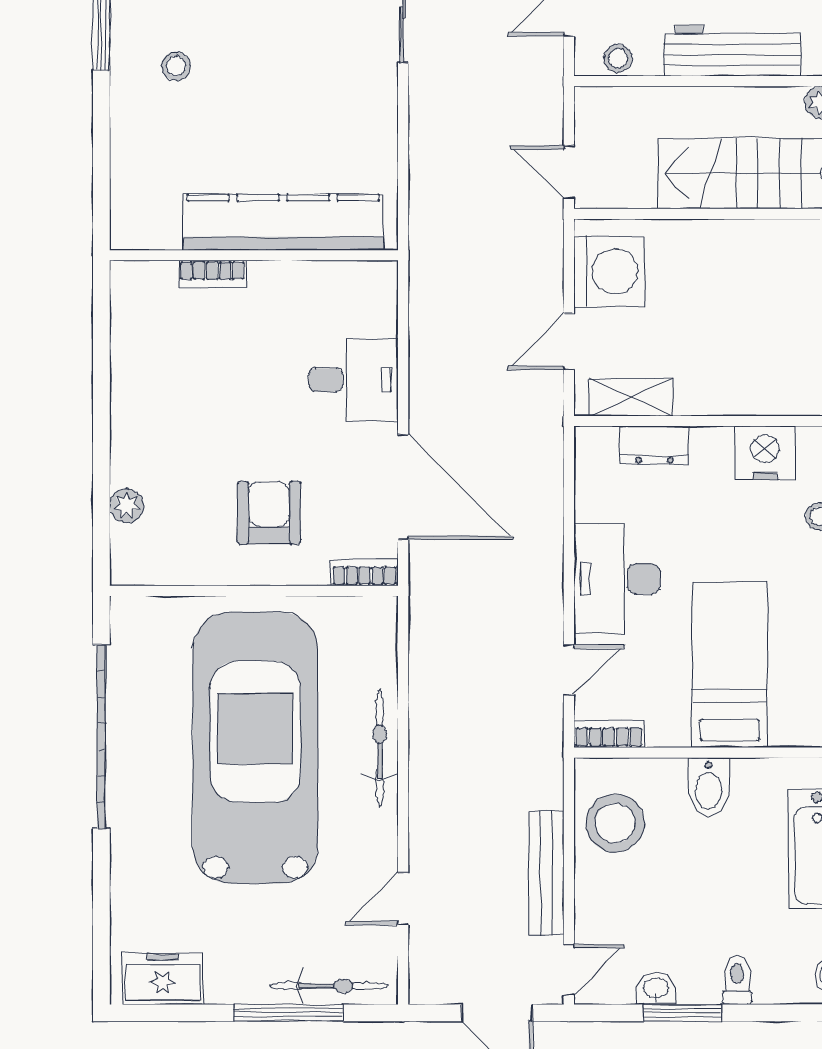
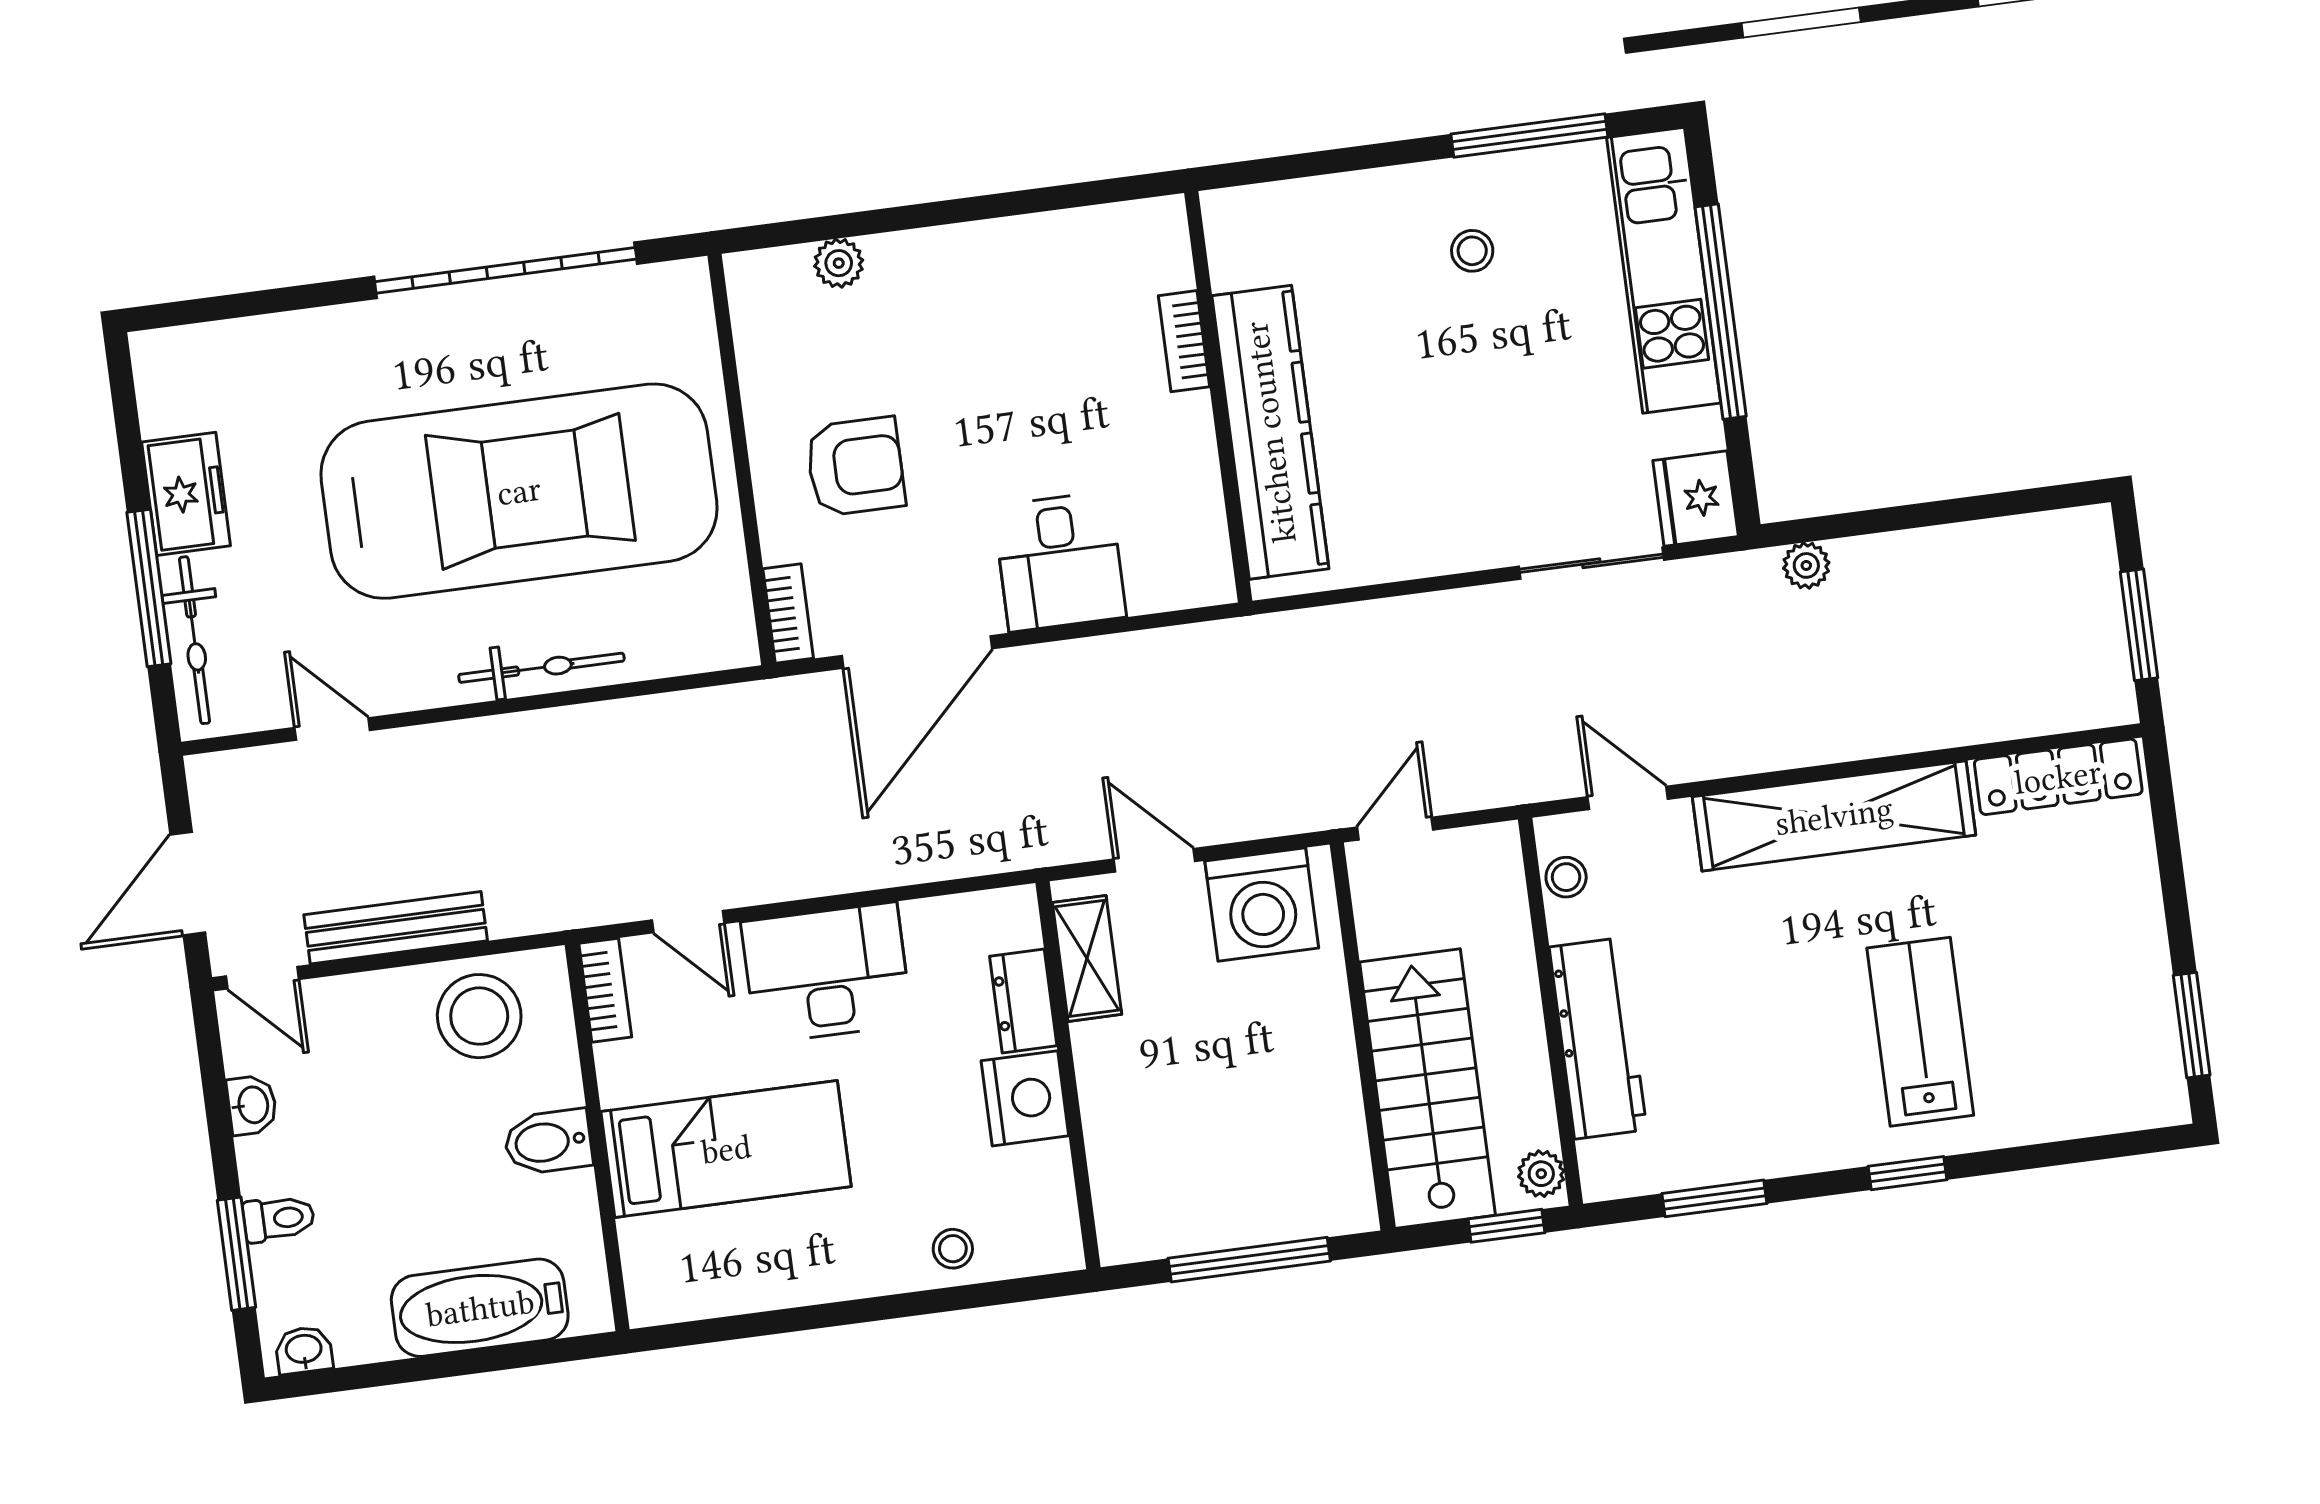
nightstand: (765, 453) -> (1025, 1098), moved
freezer: (163, 979) -> (186, 494), moved
window: (682, 1013) -> (236, 1254), moved

